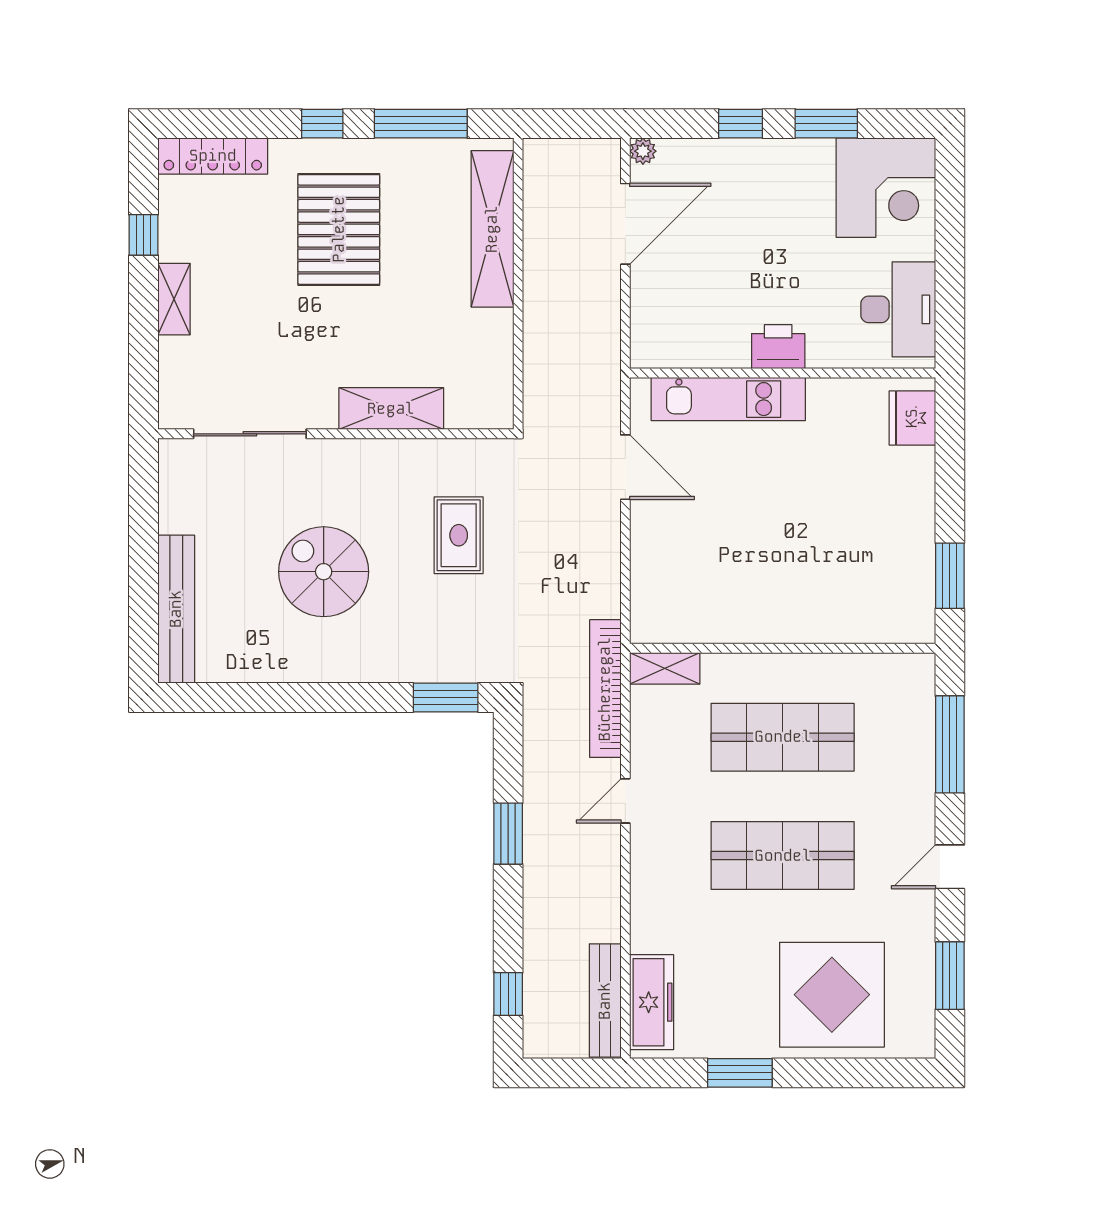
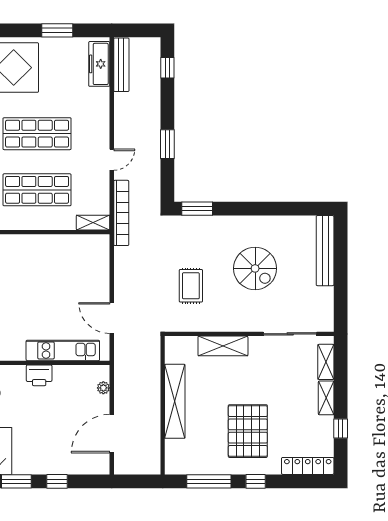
plant: (643, 151) -> (103, 388), moved
shelving: (492, 229) -> (175, 401), moved
shelving: (175, 375) -> (326, 362), added

